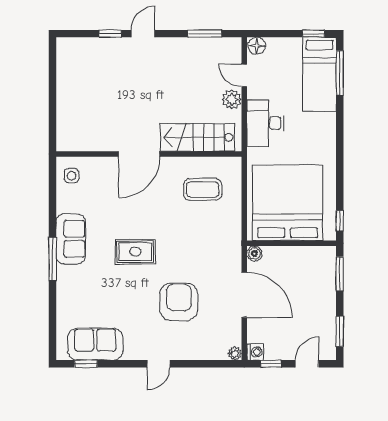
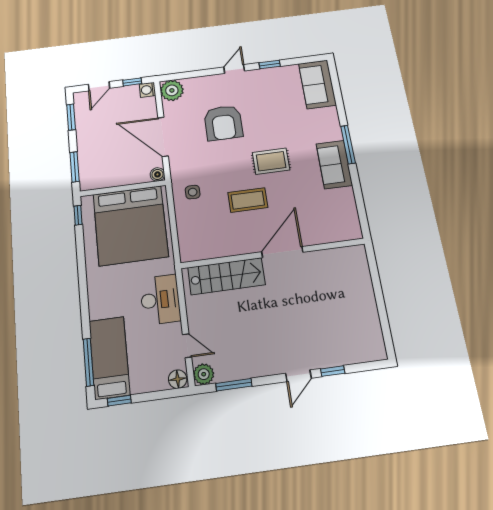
plant: (232, 99) -> (204, 374), moved
side table: (72, 176) -> (193, 192), moved
coffee table: (203, 189) -> (248, 200), moved
sofa: (95, 344) -> (317, 84), moved, turned 90
plant: (235, 353) -> (172, 90), width x1.87, depth x1.87
window: (86, 364) -> (270, 64), moved

